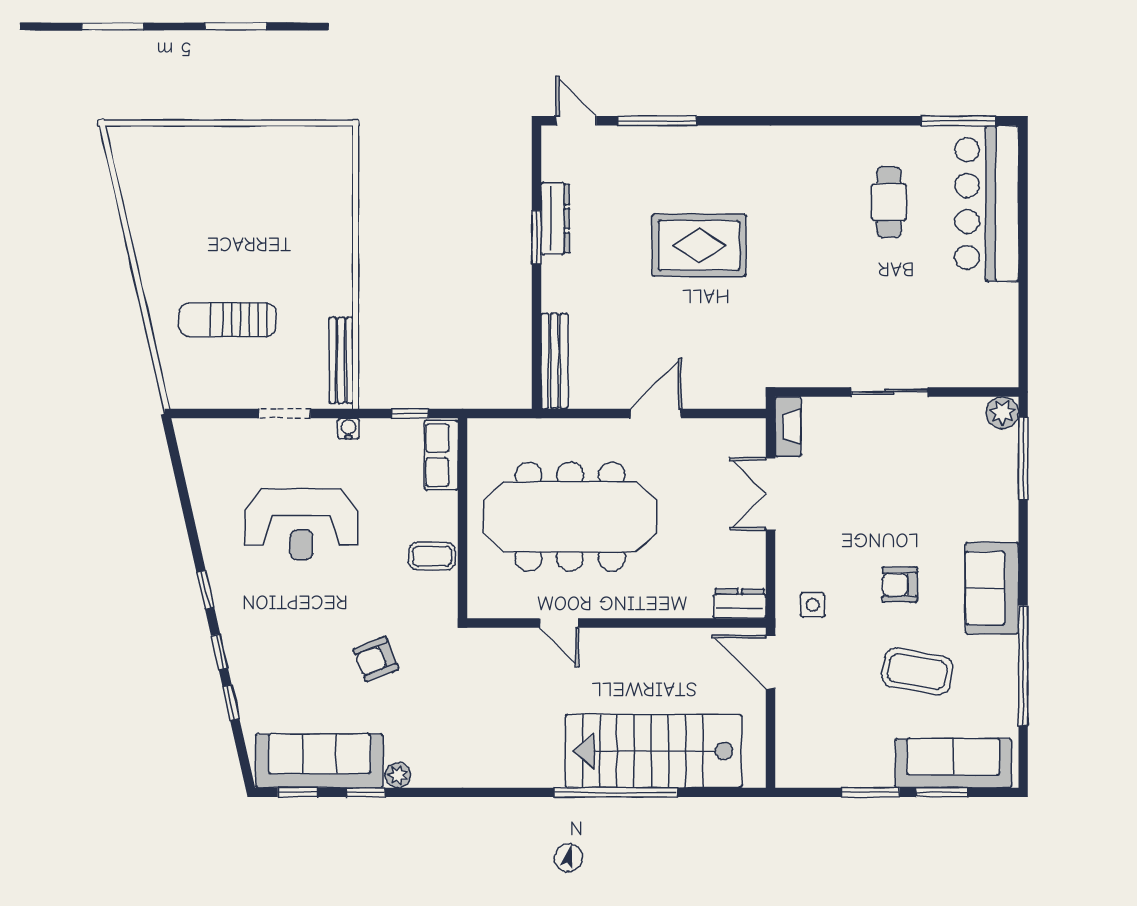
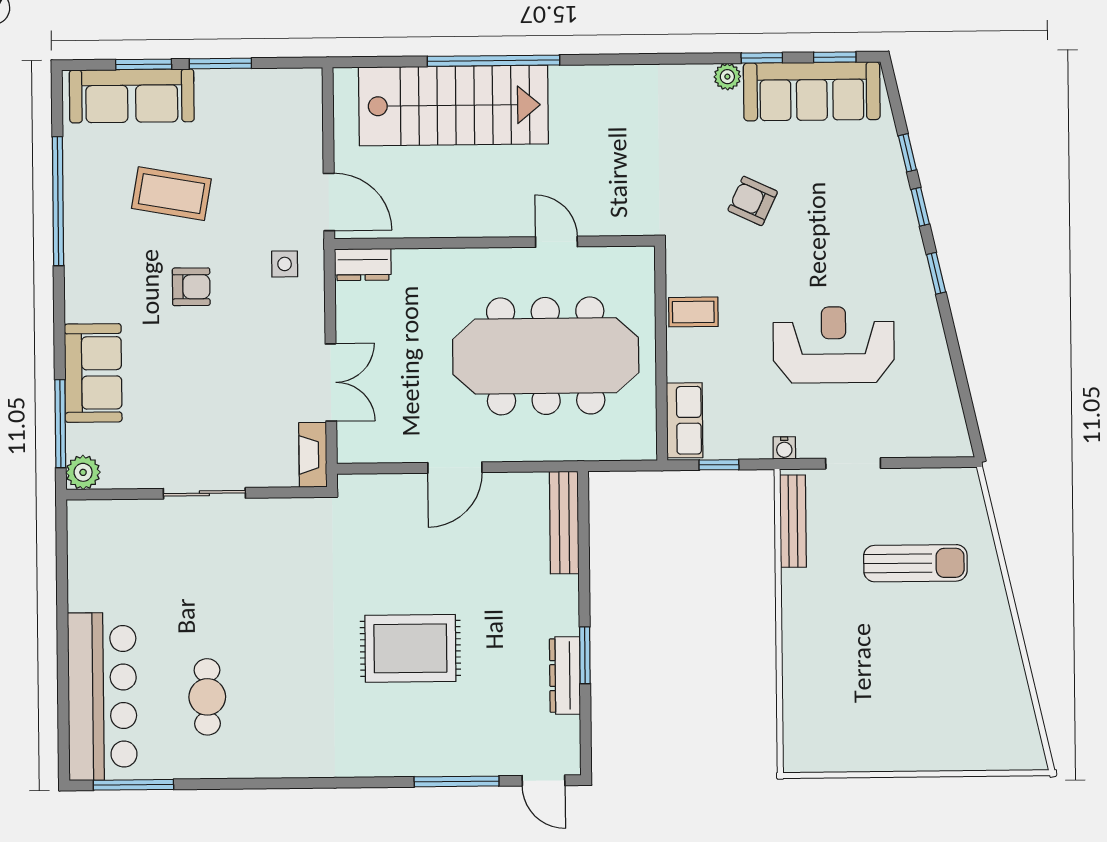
sofa: (992, 588) -> (93, 373), moved
armchair: (376, 659) -> (753, 201), turned -133

